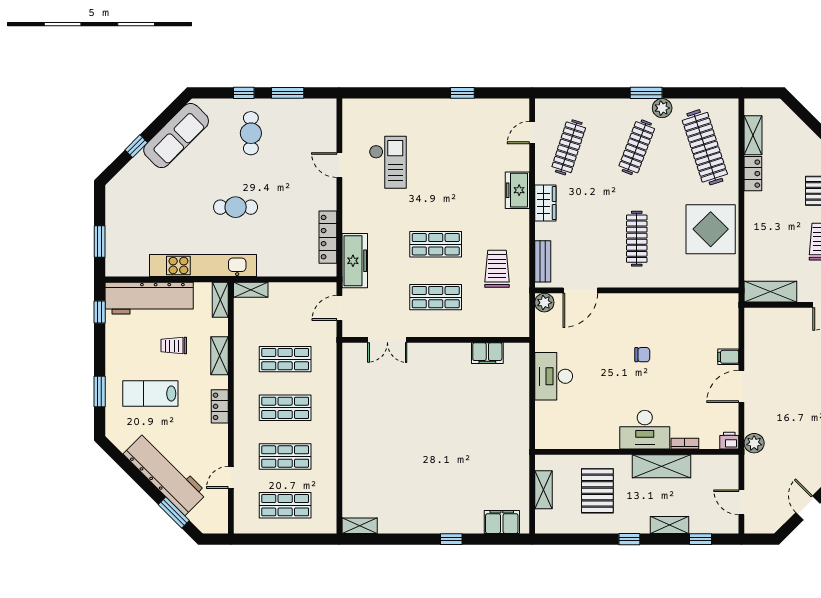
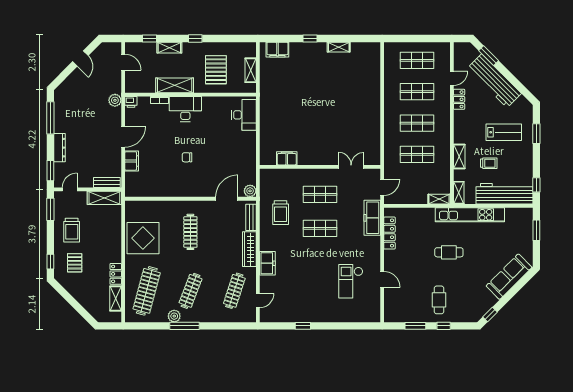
window: (646, 93) -> (185, 326), width x1.44
sofa: (176, 136) -> (509, 277), moved
window: (136, 146) -> (490, 315), moved
clothes rail: (705, 147) -> (147, 291), turned 33
wardrobe: (545, 203) -> (249, 249), width x1.50
bench: (767, 316) -> (107, 182), added
filing cabinet: (728, 357) -> (132, 161), width x2.00
desk: (554, 376) -> (244, 115), moved
locker: (220, 406) -> (459, 99), moved
shelving: (360, 526) -> (339, 47), moved

